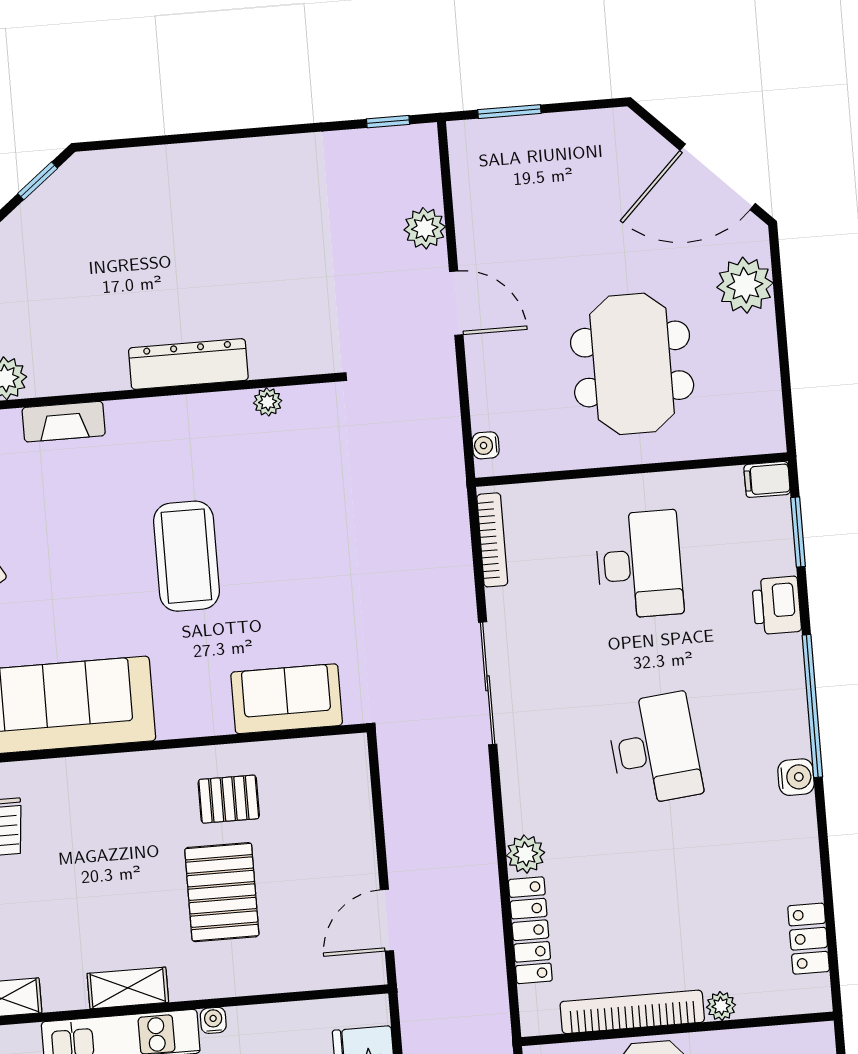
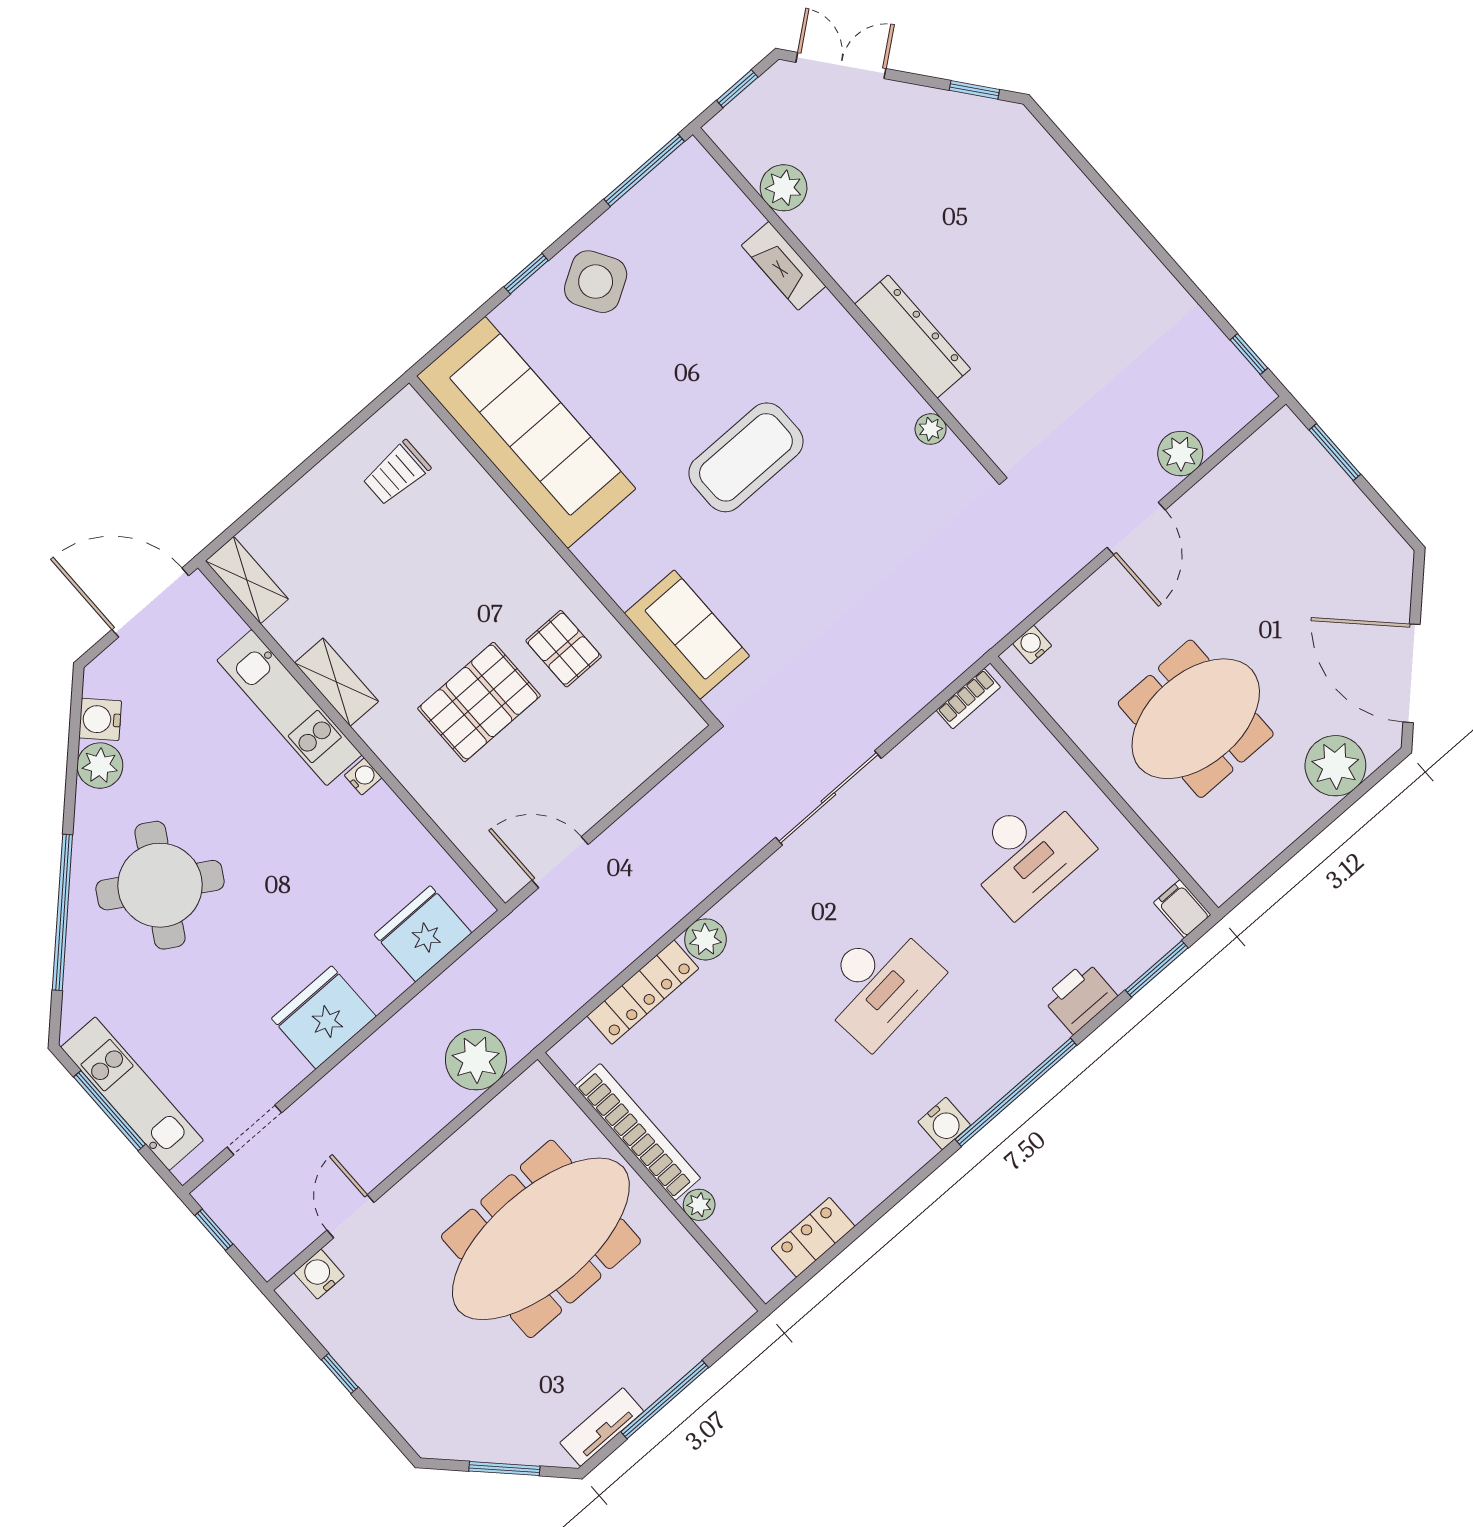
bookcase: (492, 540) -> (968, 699), width x0.64

